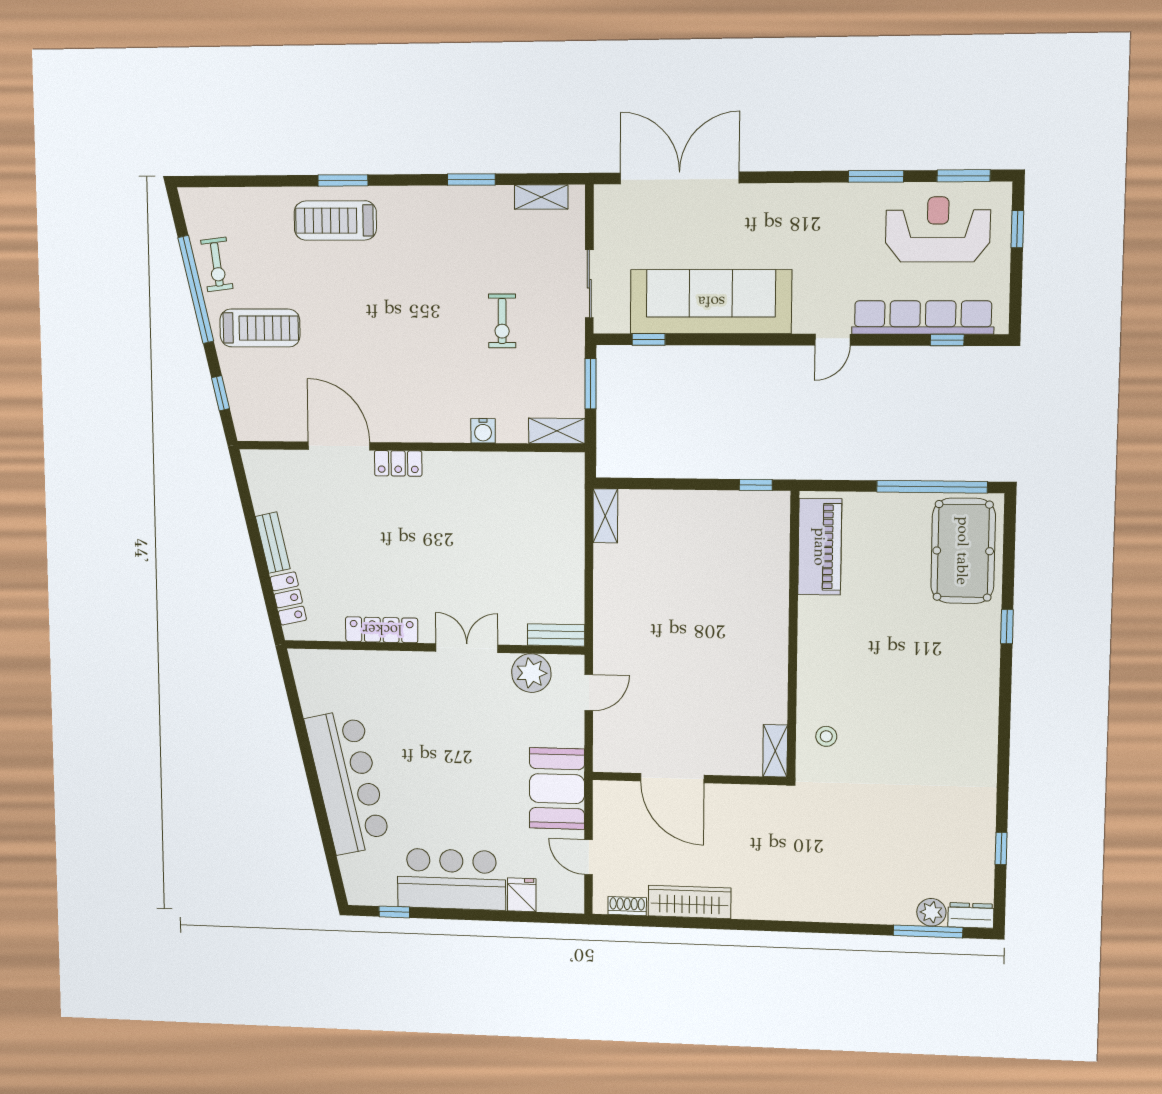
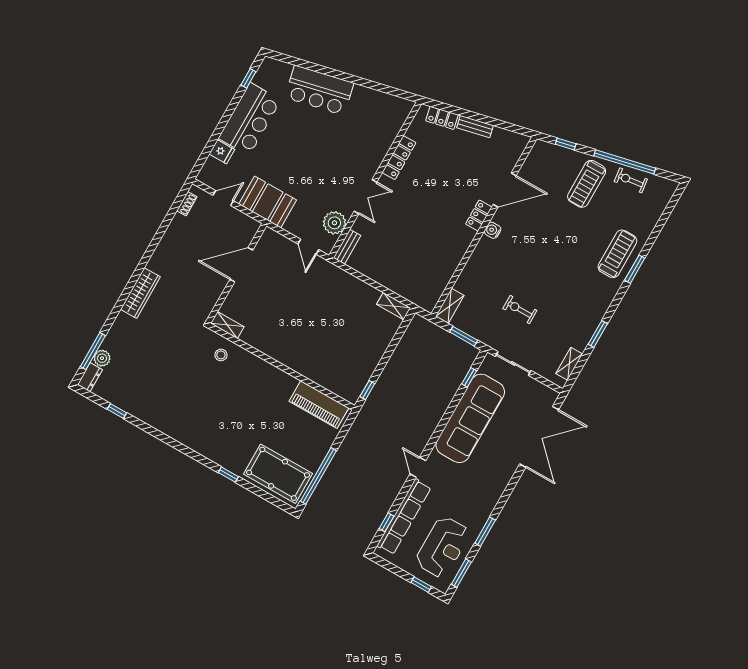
water cooler: (483, 431) -> (493, 230), moved
bar counter: (348, 782) -> (319, 90), width x0.73
wardrobe: (689, 902) -> (140, 293), moved

